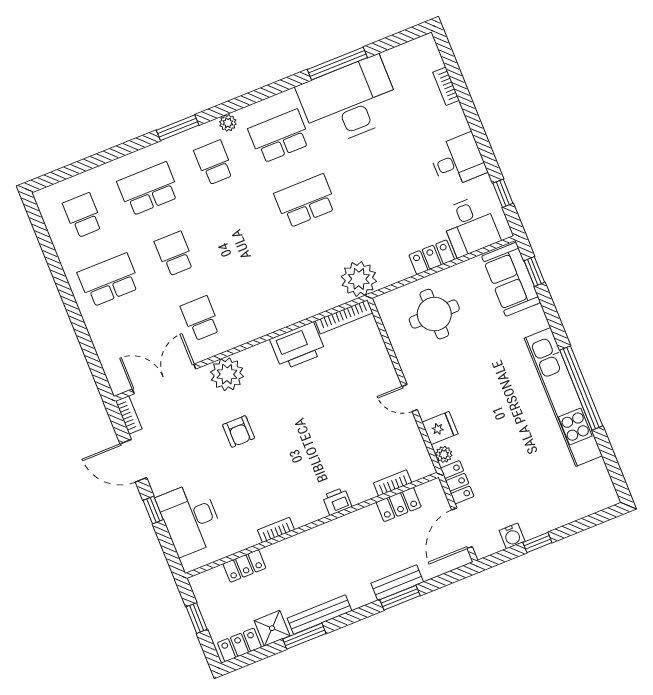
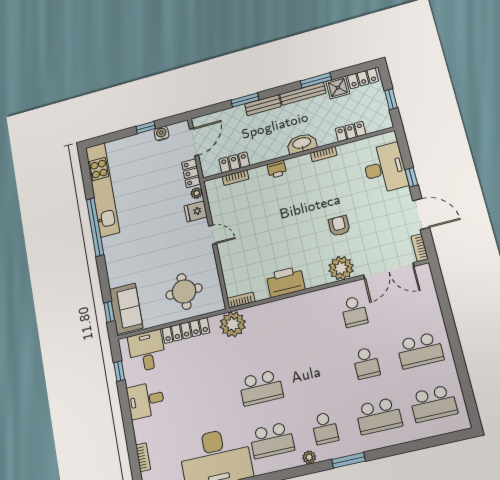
school desk: (83, 215) -> (433, 404), width x1.85
locker: (432, 257) -> (186, 331), width x1.53
bookcase: (344, 317) -> (241, 300), width x0.64
kitchen unit: (563, 397) -> (102, 190), moved
washbasin: (309, 542) -> (302, 143), added
bench: (397, 583) -> (263, 105), moved

